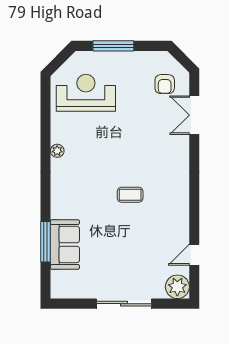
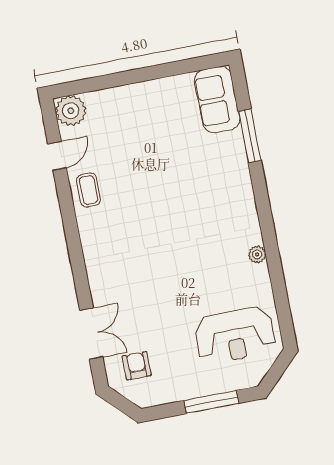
coffee table: (130, 195) -> (89, 190), moved, turned 90
sofa: (65, 245) -> (217, 100), moved
sliding door: (124, 304) -> (135, 76), removed

